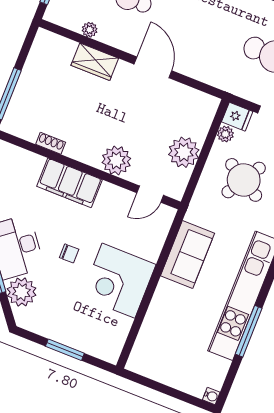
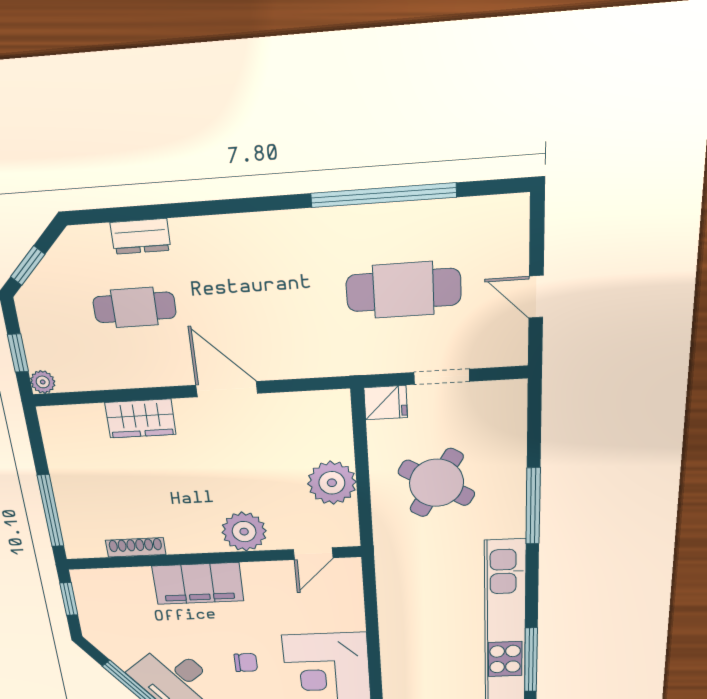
plant: (90, 30) -> (43, 382), moved
plant: (225, 134) -> (380, 434), removed
shoe rack: (51, 143) -> (136, 547), width x1.43
sofa: (187, 255) -> (403, 605), removed

